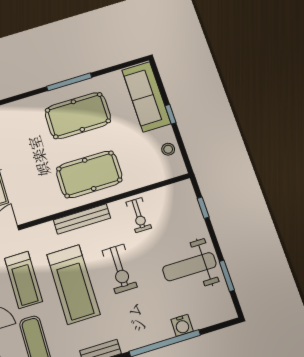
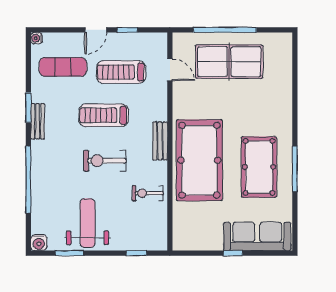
stool: (168, 149) -> (200, 240), removed
pool table: (89, 174) -> (199, 160), width x1.36, depth x1.32
bench: (82, 219) -> (160, 141), width x0.73
treadmill: (73, 284) -> (104, 115), width x0.73, depth x0.73
water cooler: (182, 325) -> (39, 243), moved, turned -90

